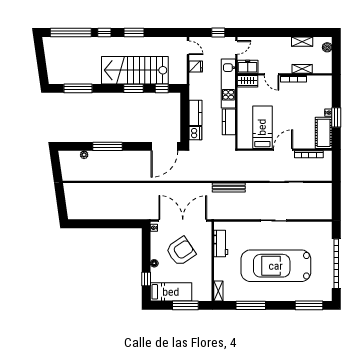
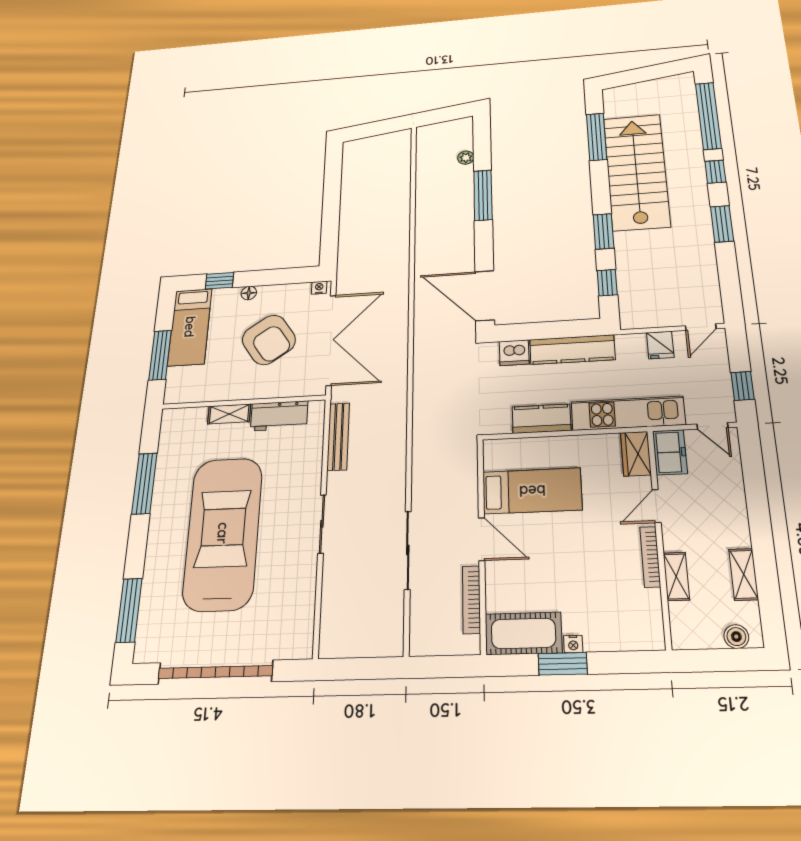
stairs: (135, 70) -> (636, 172), moved
kitchen counter: (195, 113) -> (572, 350), width x1.50
bench: (229, 188) -> (338, 437), moved
shelving: (218, 291) -> (229, 414), moved

